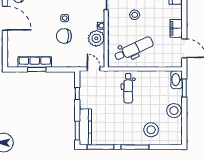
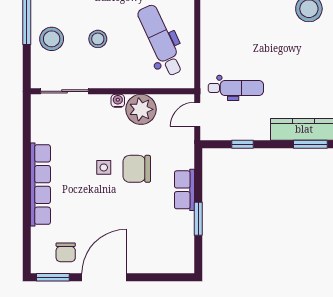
chair: (64, 36) -> (137, 169), turned 90
row of seats: (35, 62) -> (184, 190), moved, width x0.68
dental chair: (128, 88) -> (236, 88), moved

